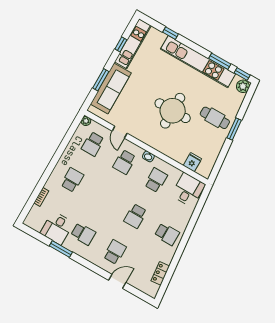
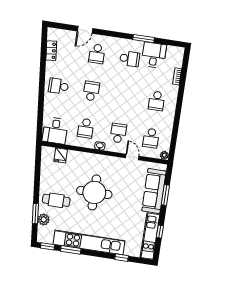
plant: (243, 86) -> (44, 219), moved
window: (234, 129) -> (35, 214), moved
school desk: (93, 144) -> (151, 138), turned 180
school desk: (83, 234) -> (130, 59), turned 180

